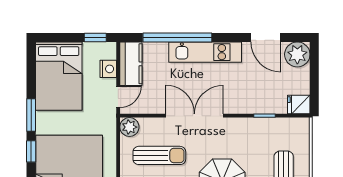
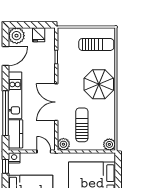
kitchen counter: (131, 64) -> (15, 134), moved, turned 90
nightstand: (108, 69) -> (14, 158), moved
fridge: (299, 105) -> (39, 35), moved

